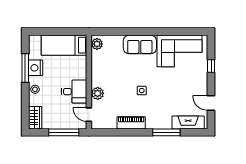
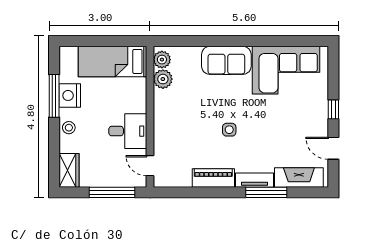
window: (211, 66) -> (333, 109), moved
plant: (98, 93) -> (163, 79), moved
tv unit: (159, 124) -> (255, 180), added

